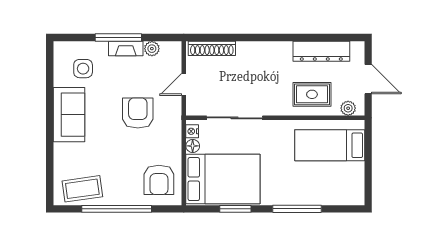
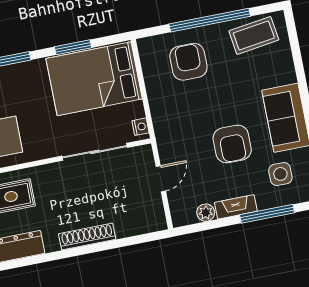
window: (118, 38) -> (267, 214), moved
shoe rack: (212, 48) -> (87, 236), moved
armchair: (138, 113) -> (232, 144), moved
floor lamp: (193, 146) -> (137, 110), removed
armchair: (159, 180) -> (188, 62), moved

